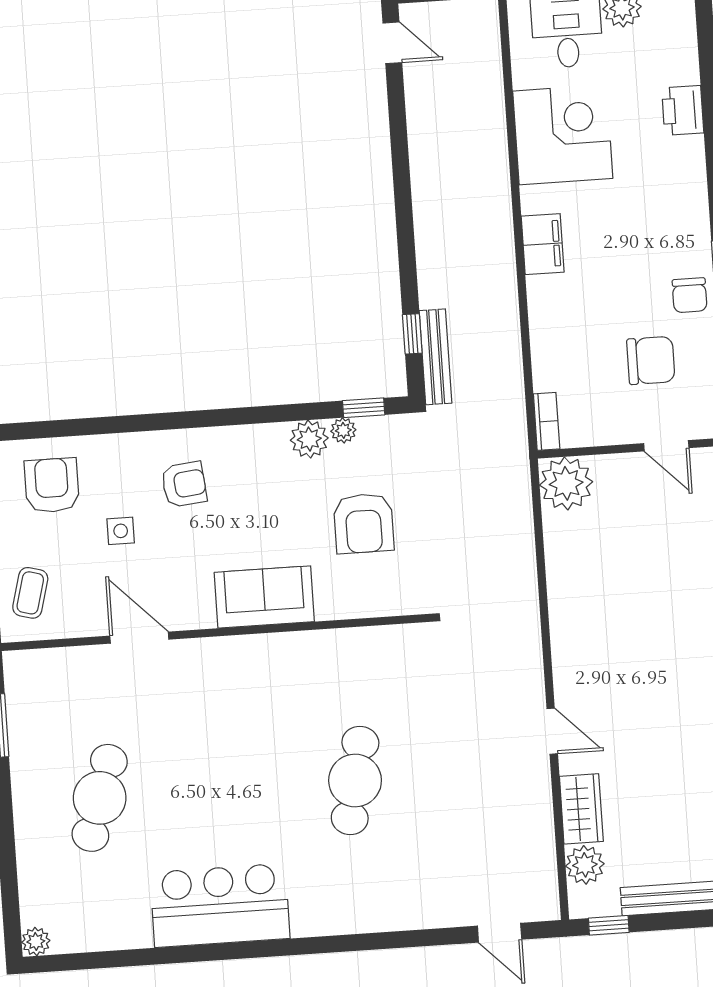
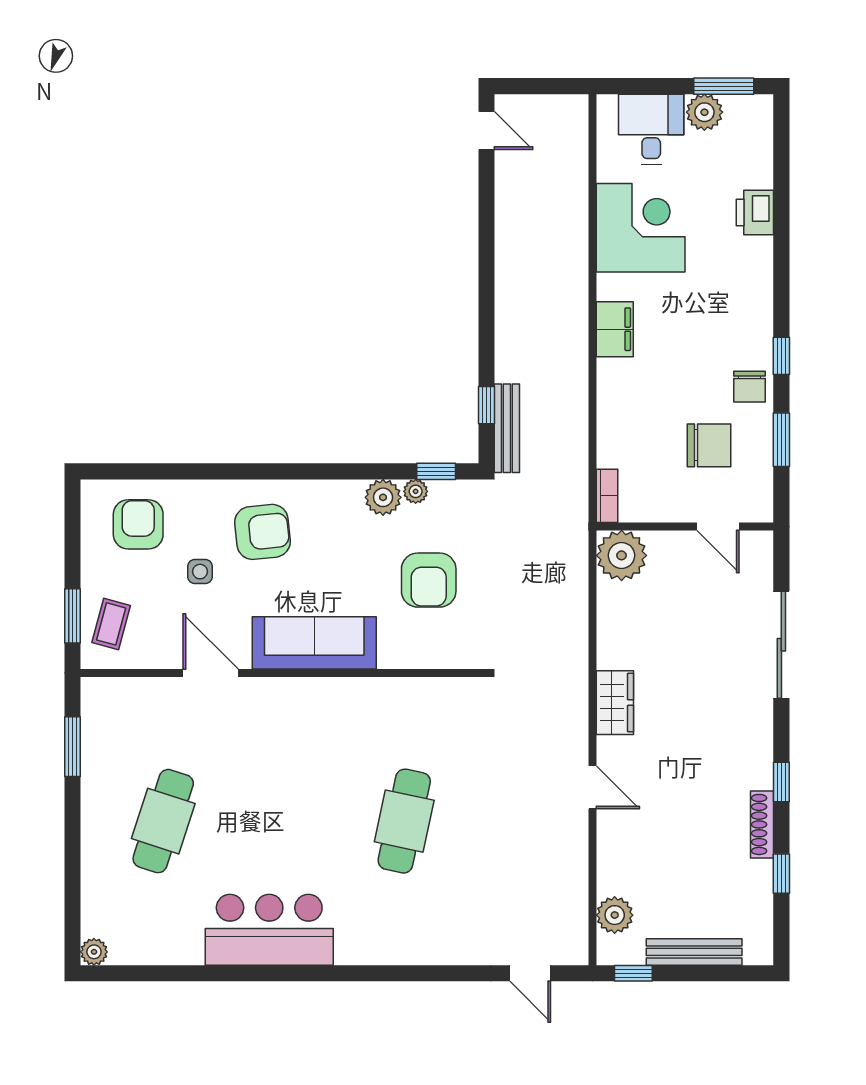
armchair: (184, 484) -> (262, 532), width x1.38, depth x1.38
sofa: (264, 597) -> (314, 643), width x1.36
wardrobe: (581, 809) -> (615, 703), moved

